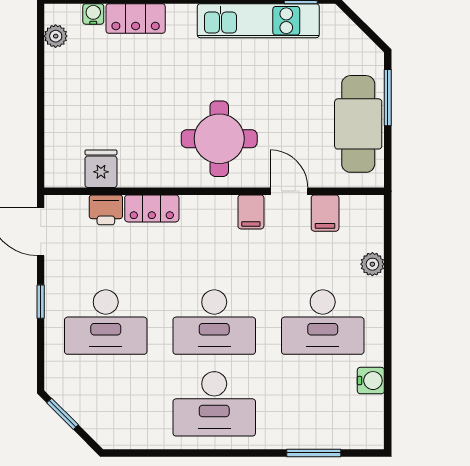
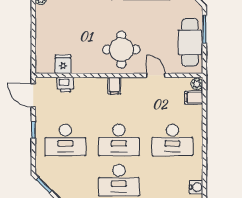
locker: (152, 208) -> (88, 84), removed
filing cabinet: (251, 212) -> (114, 86), moved
filing cabinet: (325, 213) -> (194, 98), moved, turned 90
plant: (372, 264) -> (197, 84), moved
water cooler: (371, 381) -> (196, 187), moved

